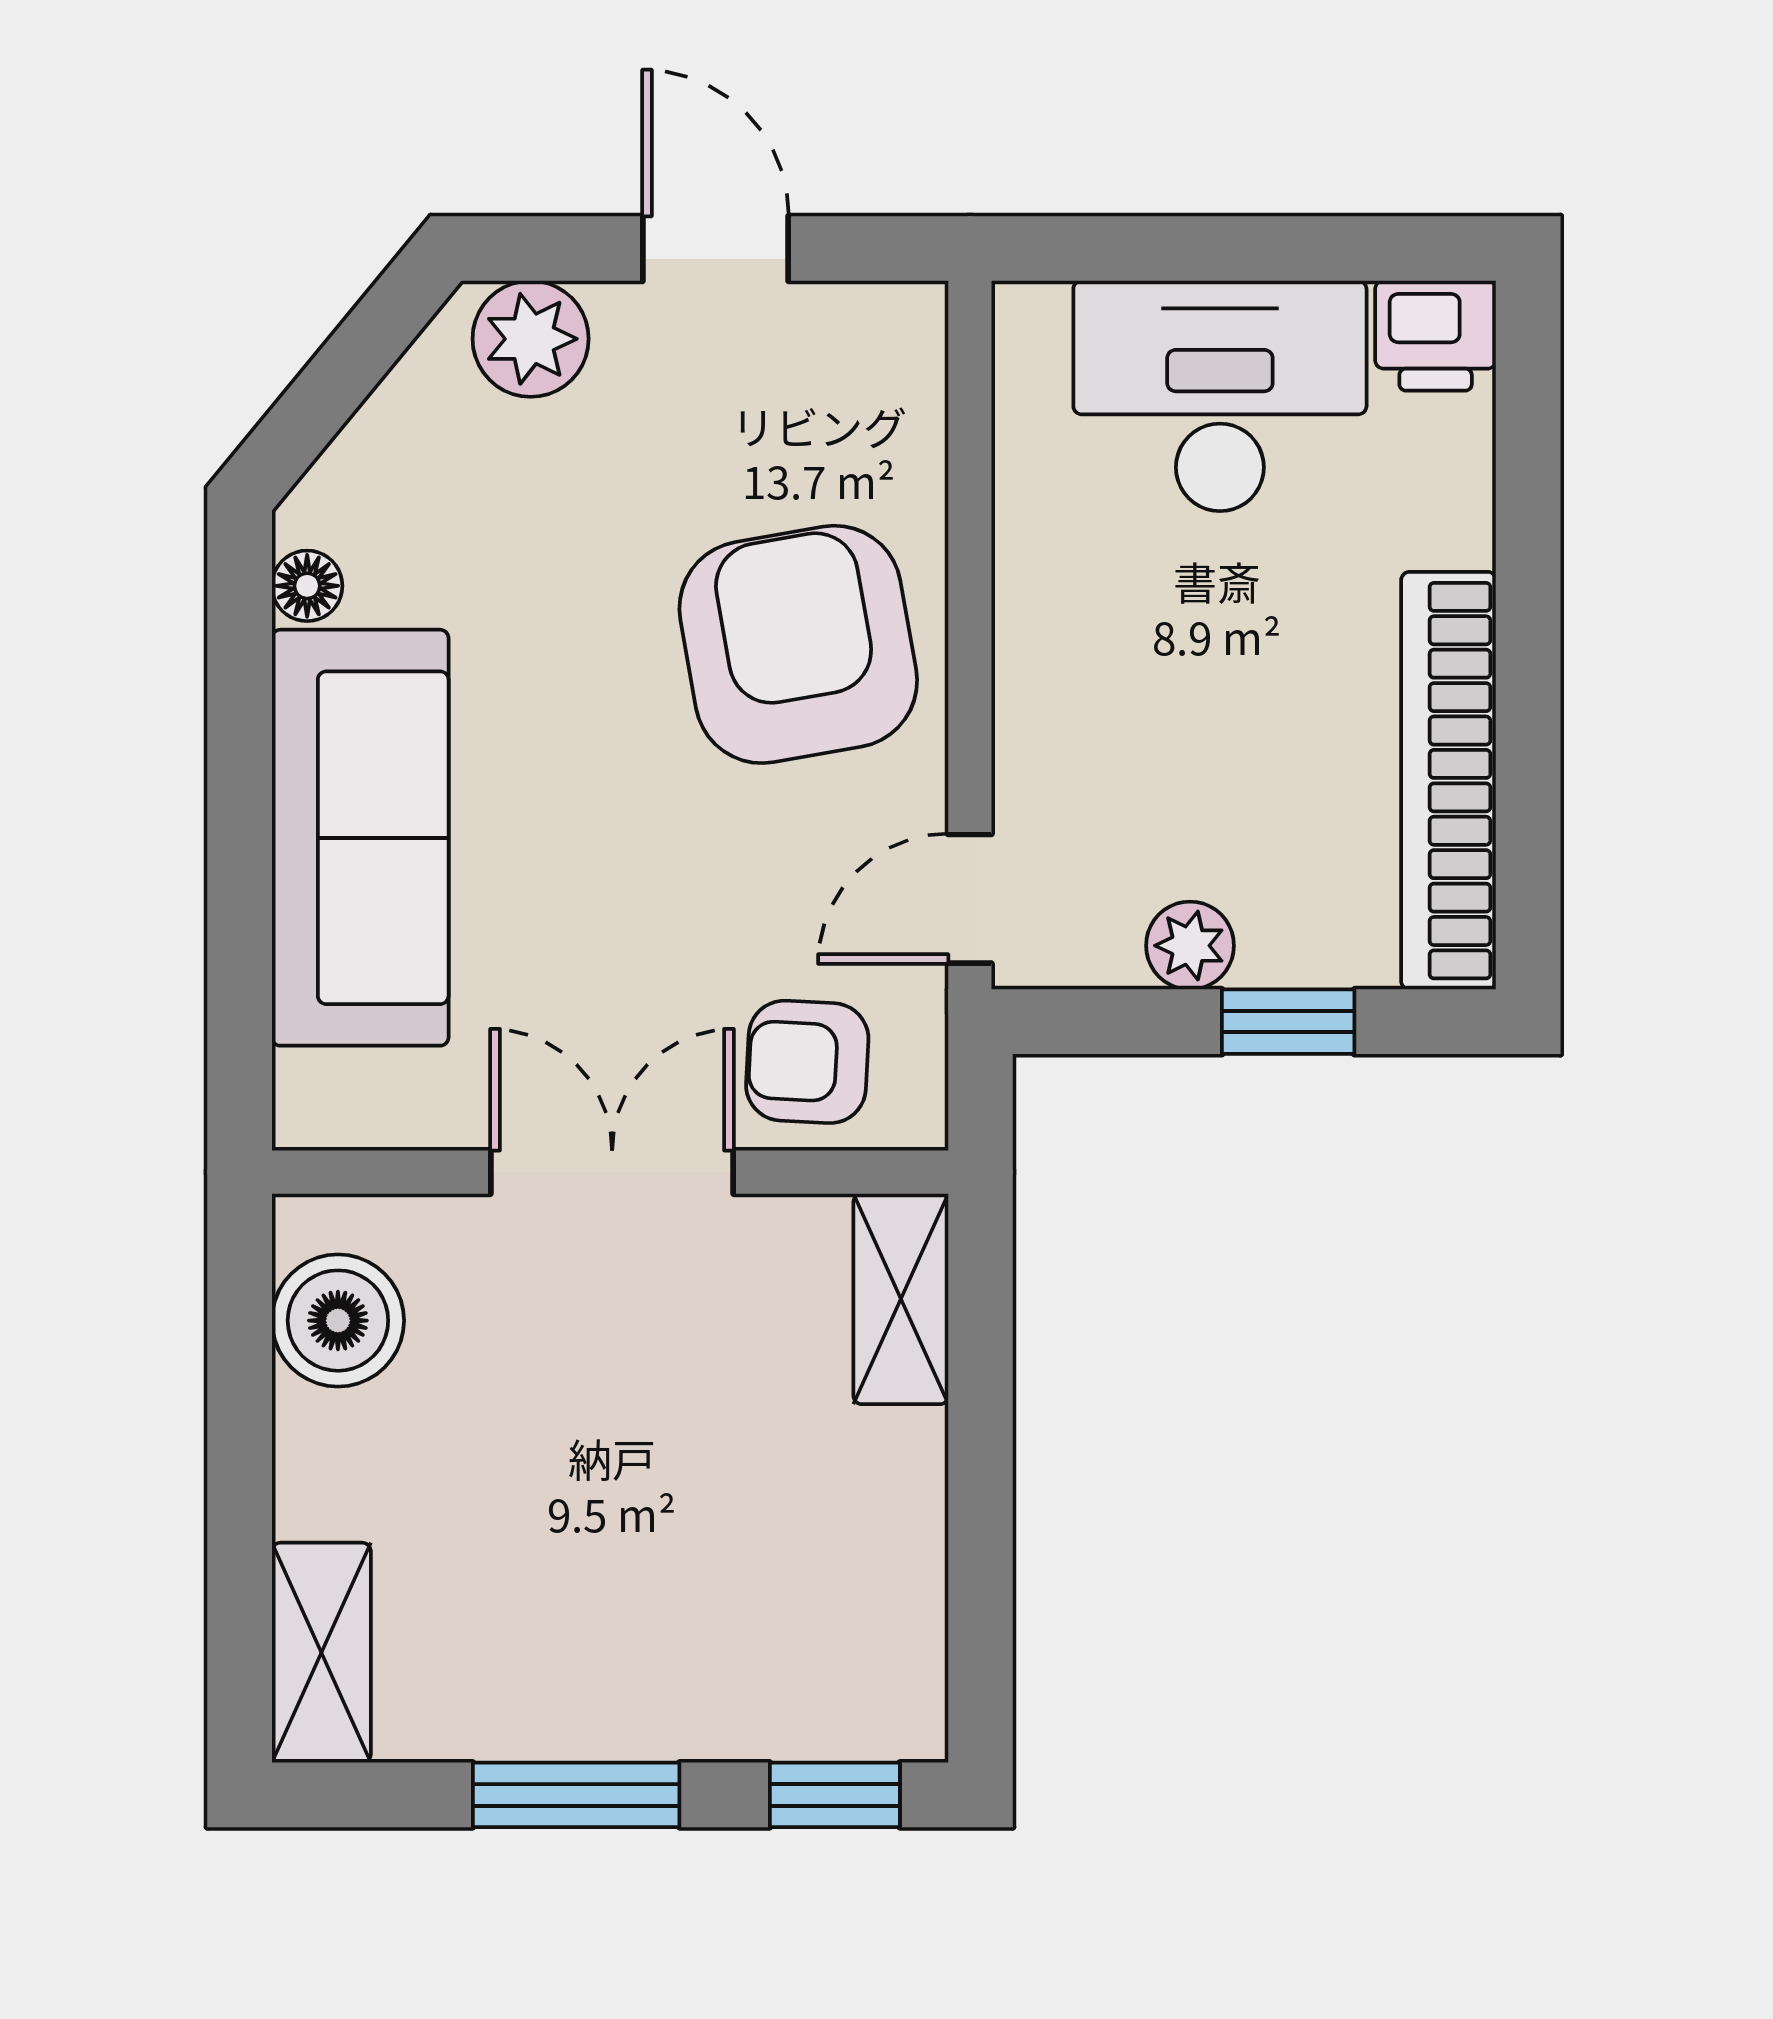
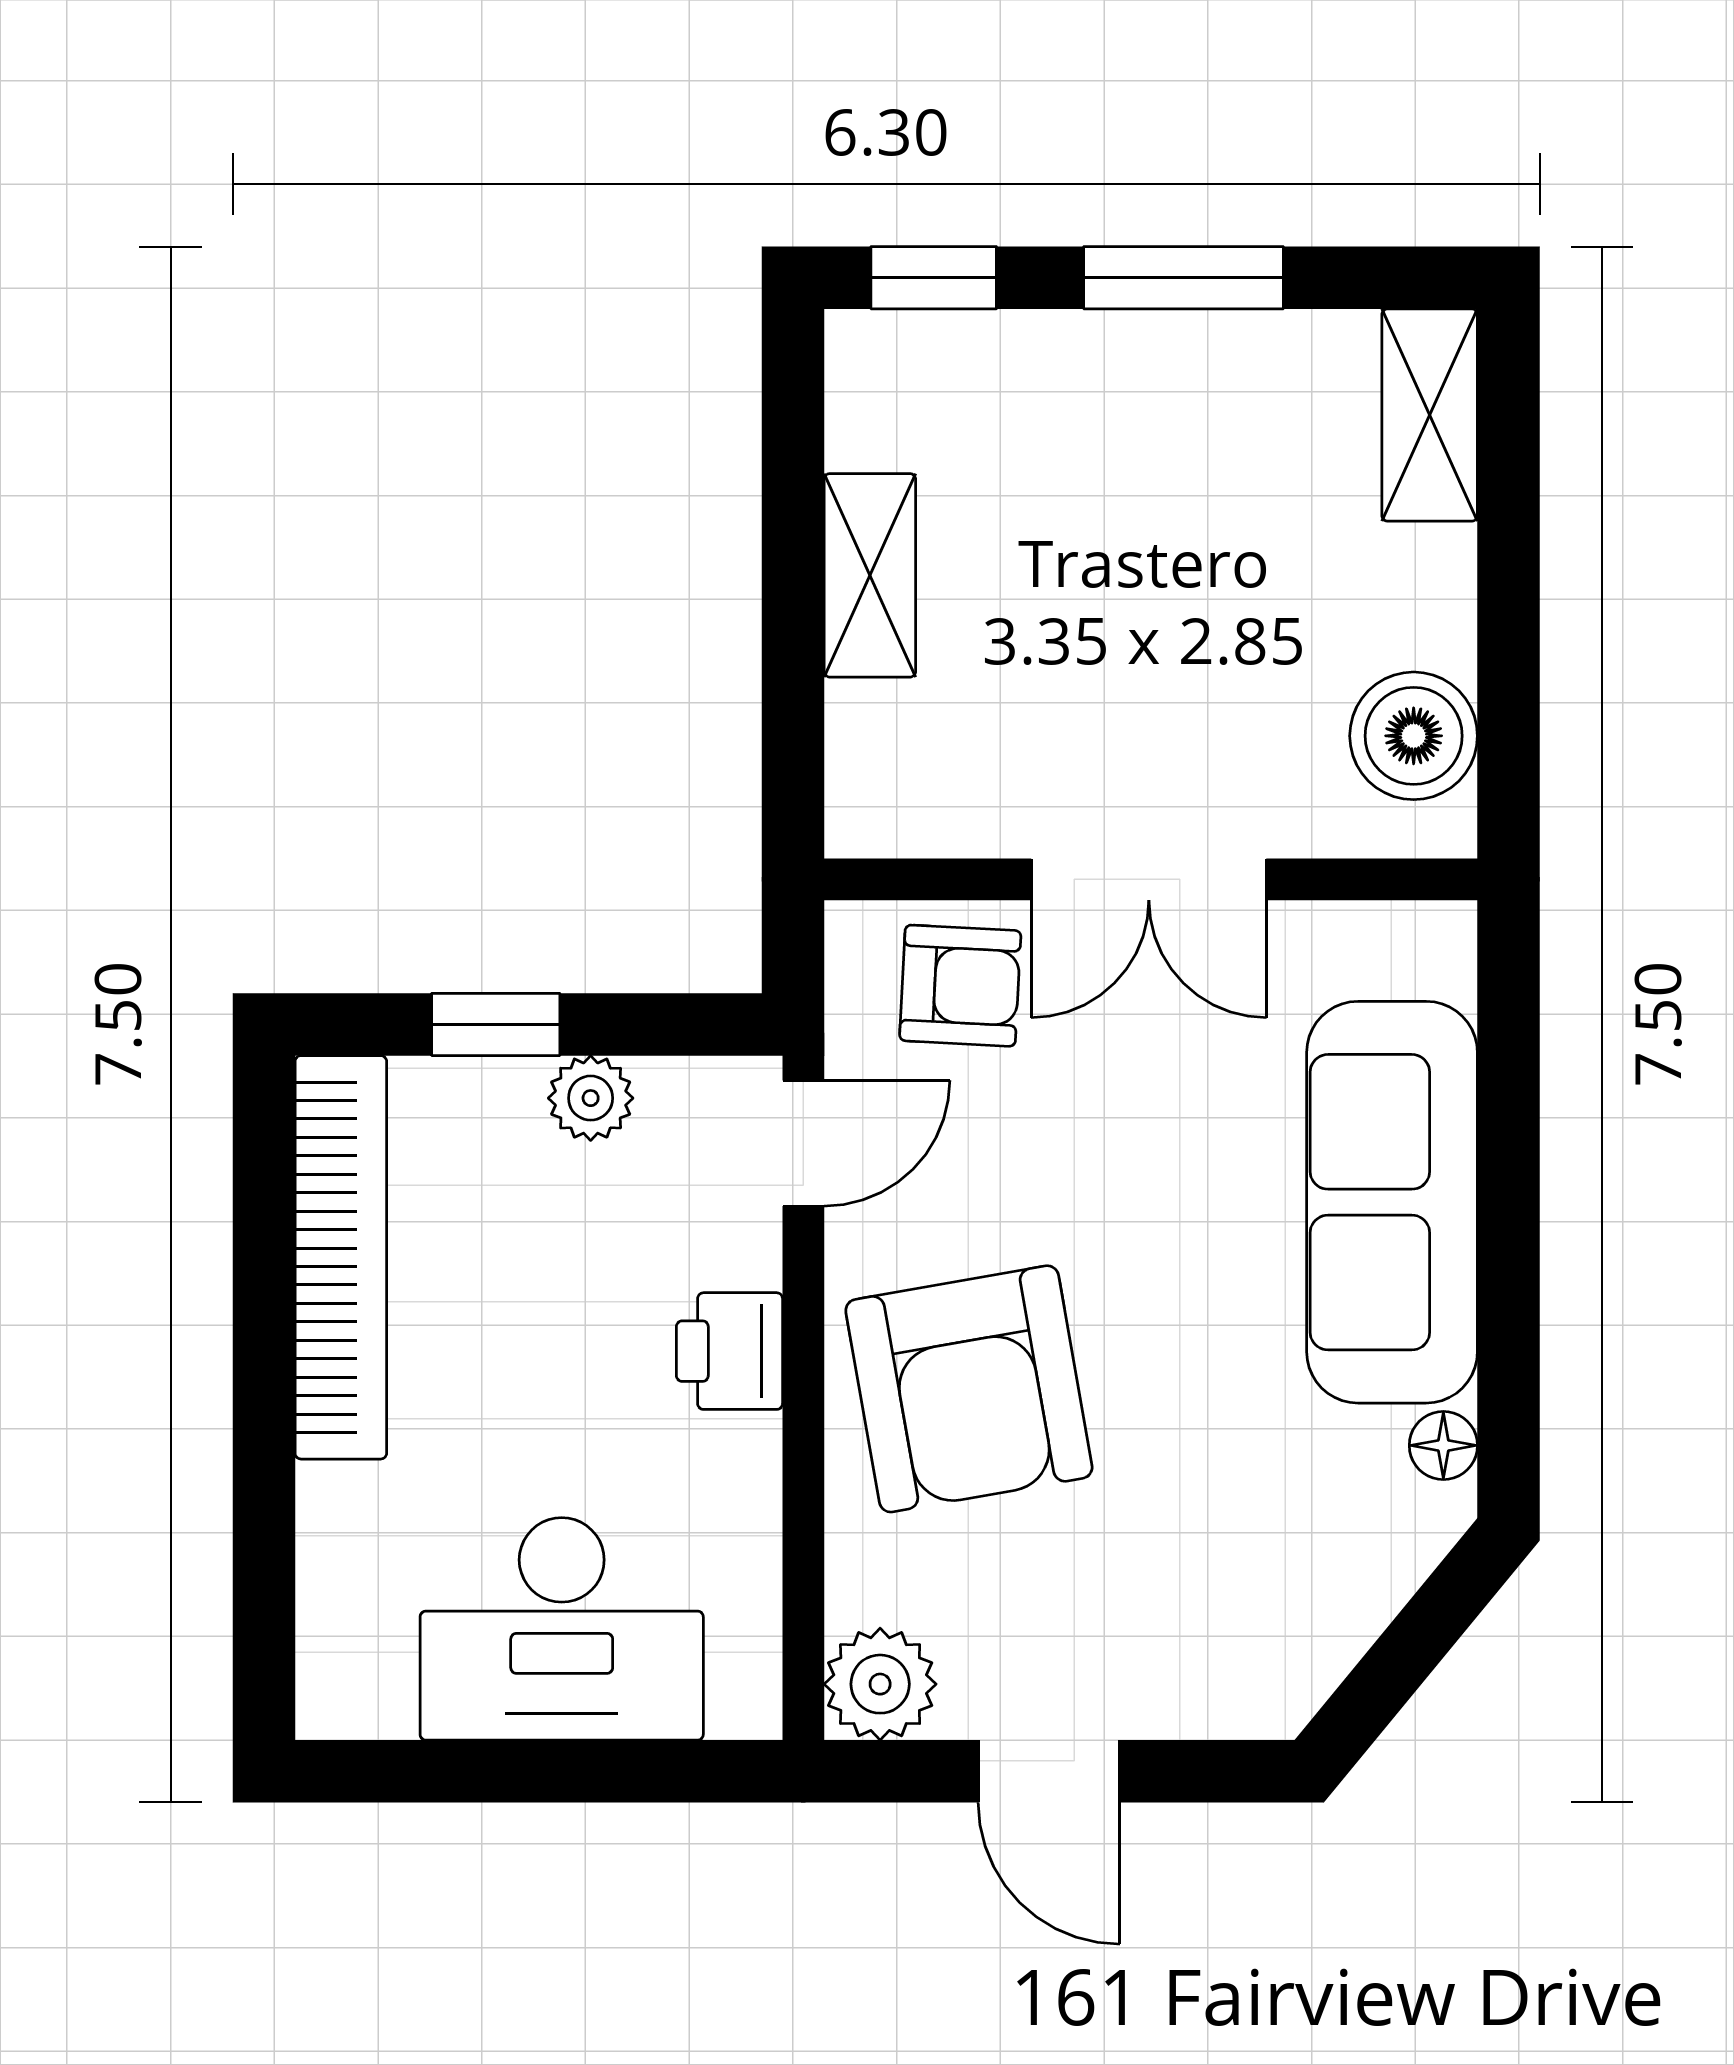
printer: (1436, 336) -> (729, 1351), moved, turned -90
plant: (531, 339) -> (880, 1684), moved
shelving: (901, 1299) -> (870, 575), moved

